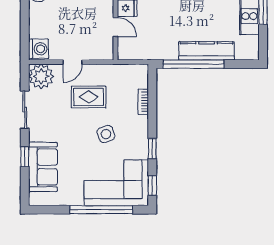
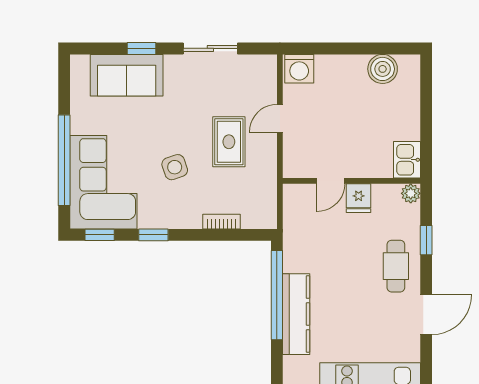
door: (73, 62) -> (280, 118), hinge flipped
plant: (41, 76) -> (259, 72), removed

